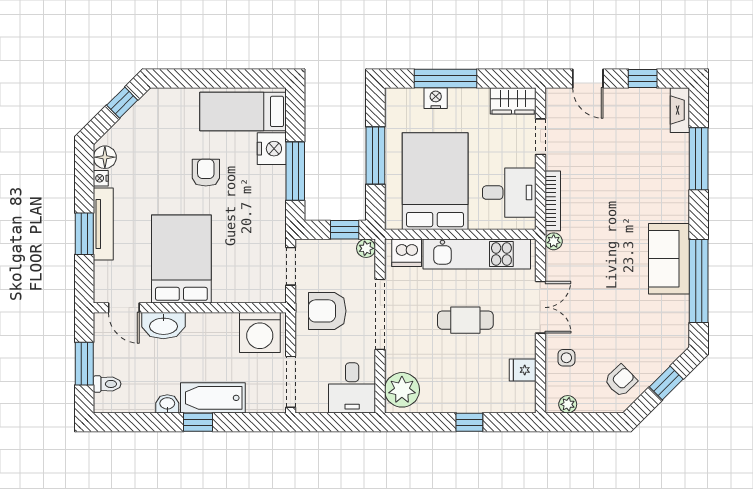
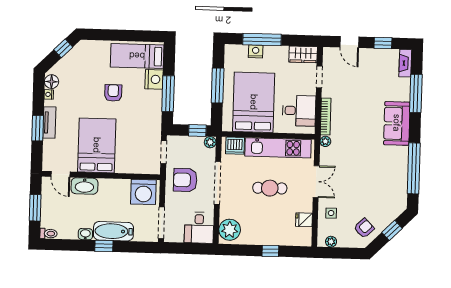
tv unit: (103, 224) -> (49, 123), width x0.71
sofa: (669, 259) -> (397, 123), moved
toilet: (107, 384) -> (48, 234), moved

